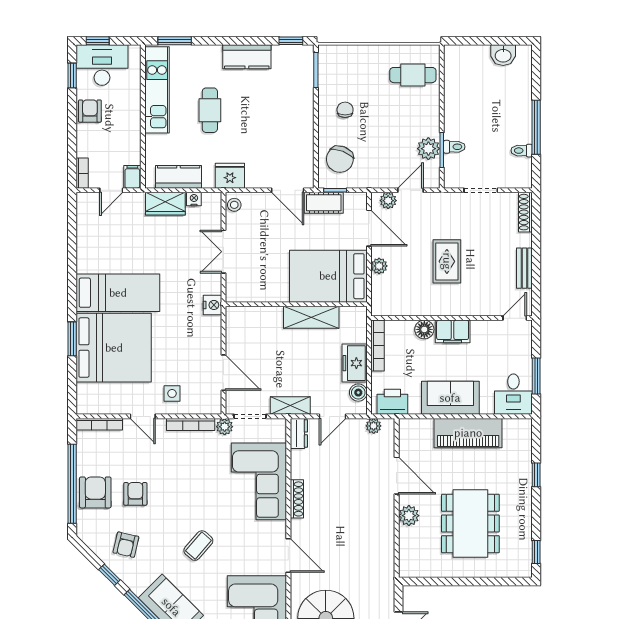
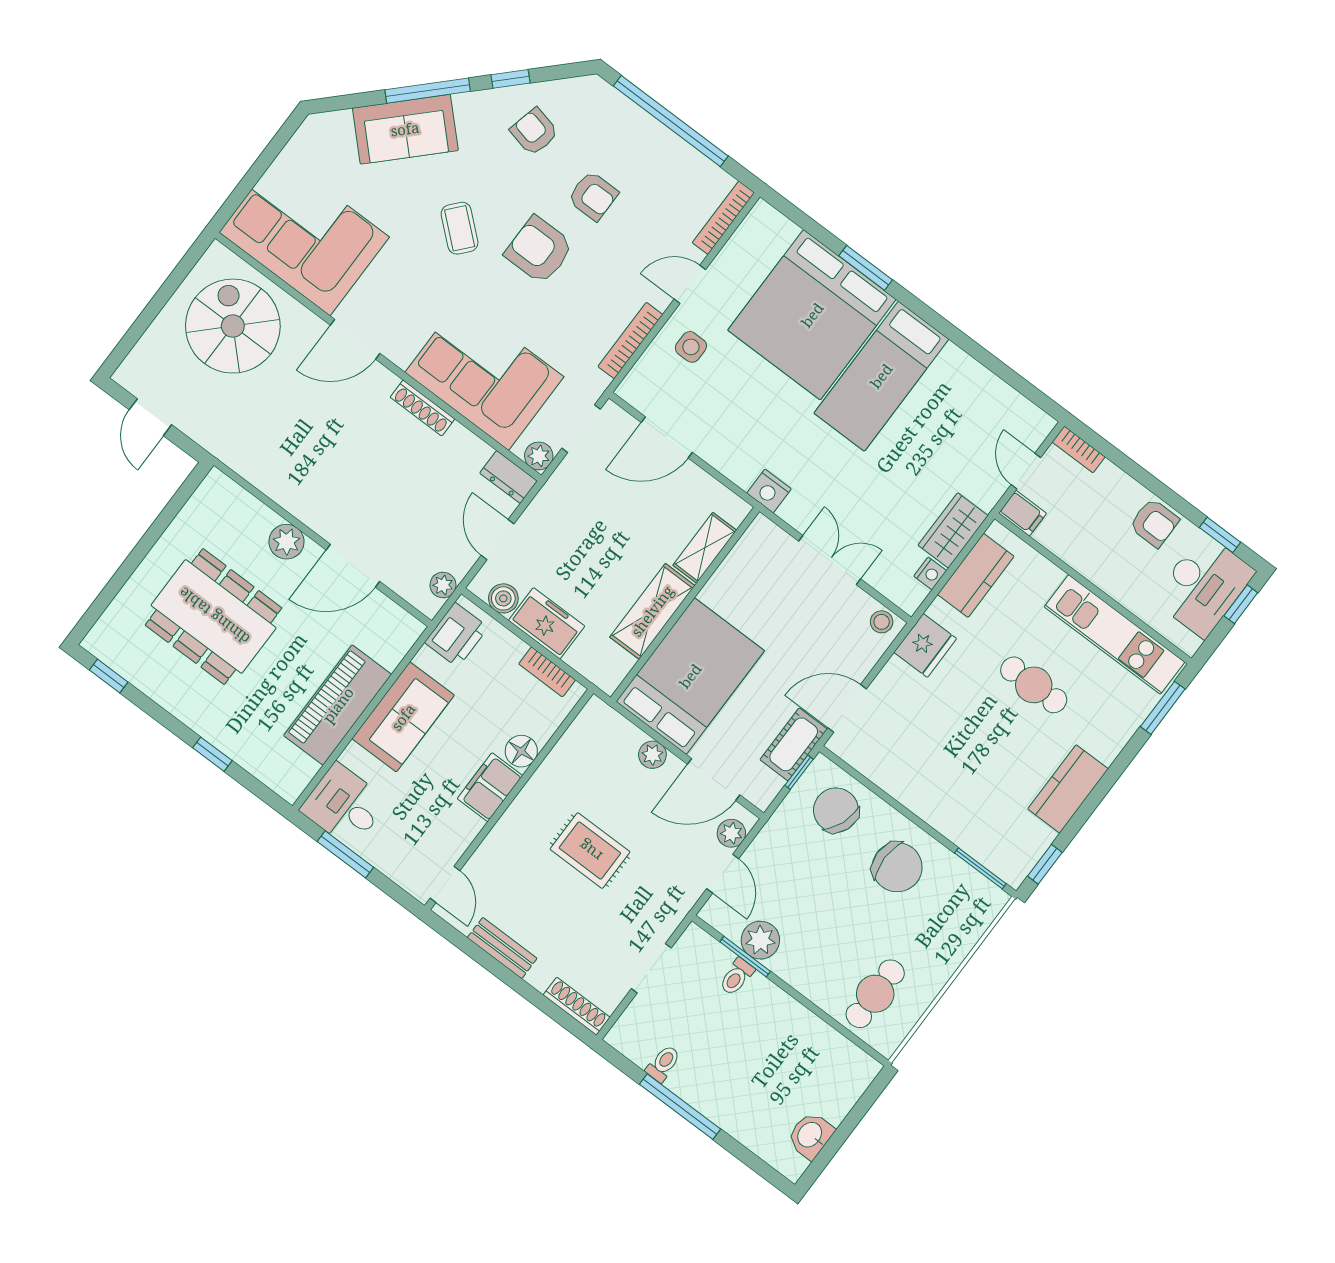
chair: (345, 110) -> (897, 867), width x1.87, depth x1.87
bookcase: (378, 346) -> (547, 672), width x0.64
shelving: (290, 405) -> (705, 548), moved
plant: (225, 427) -> (539, 456), moved
armchair: (95, 492) -> (539, 250), moved, turned 180

